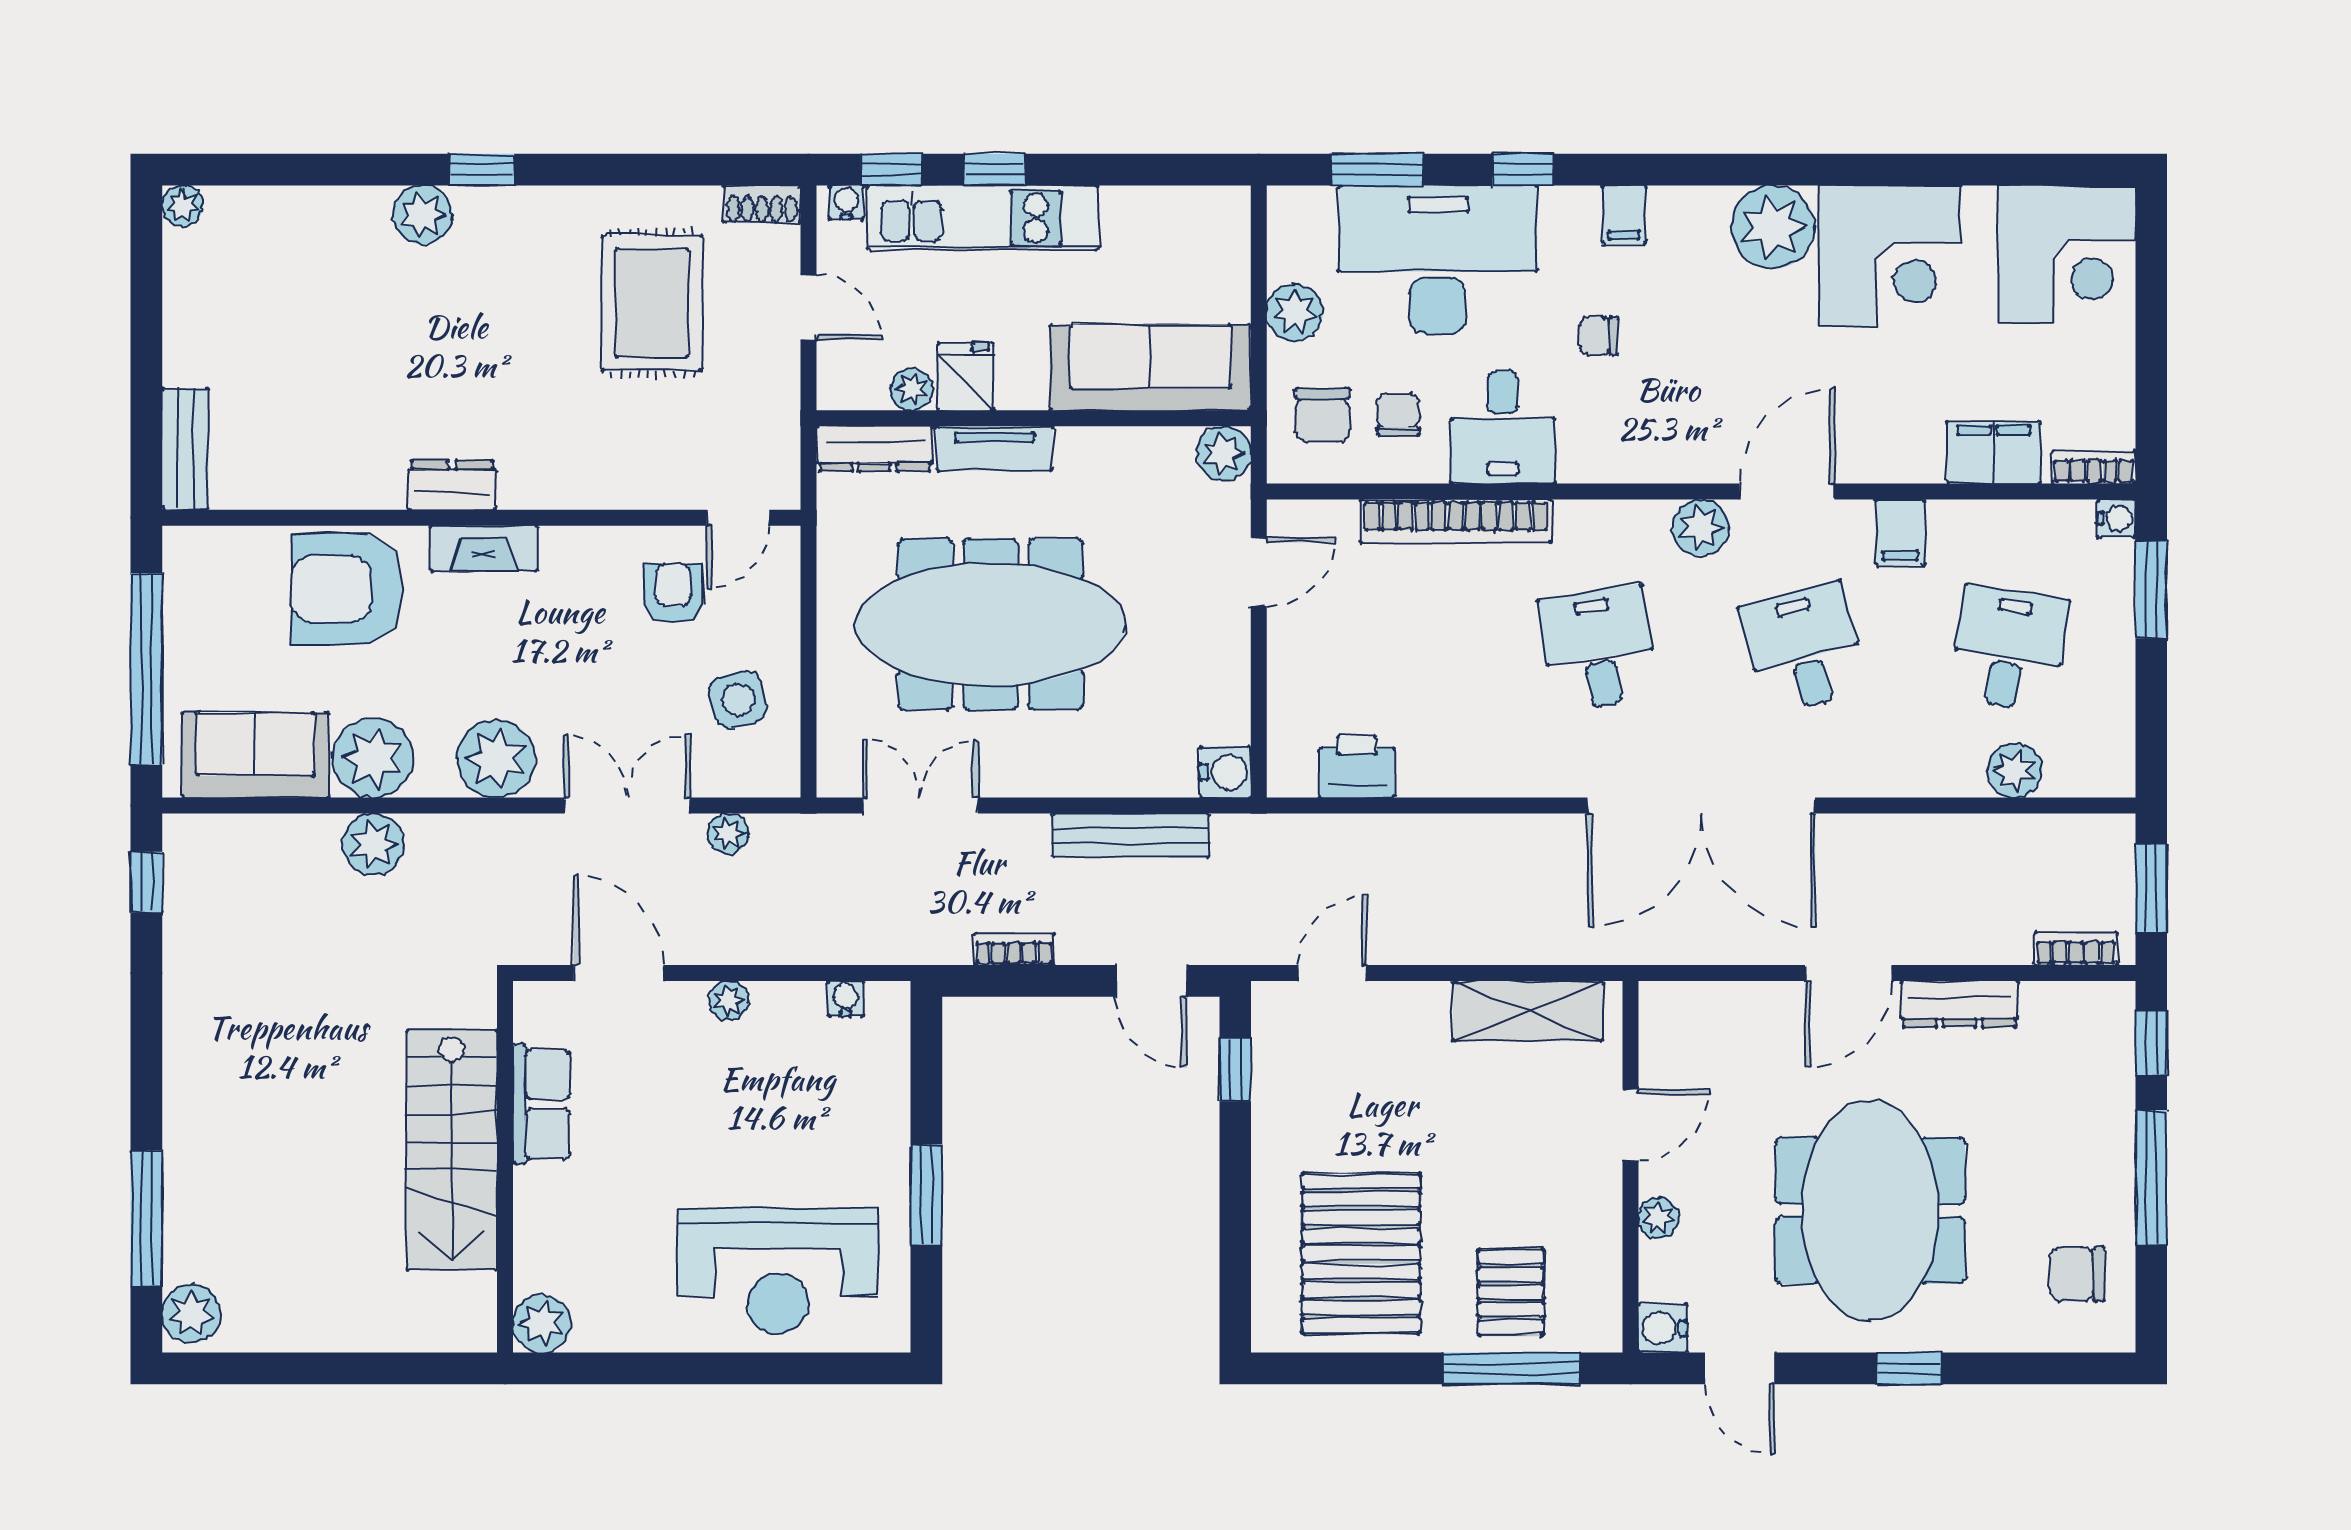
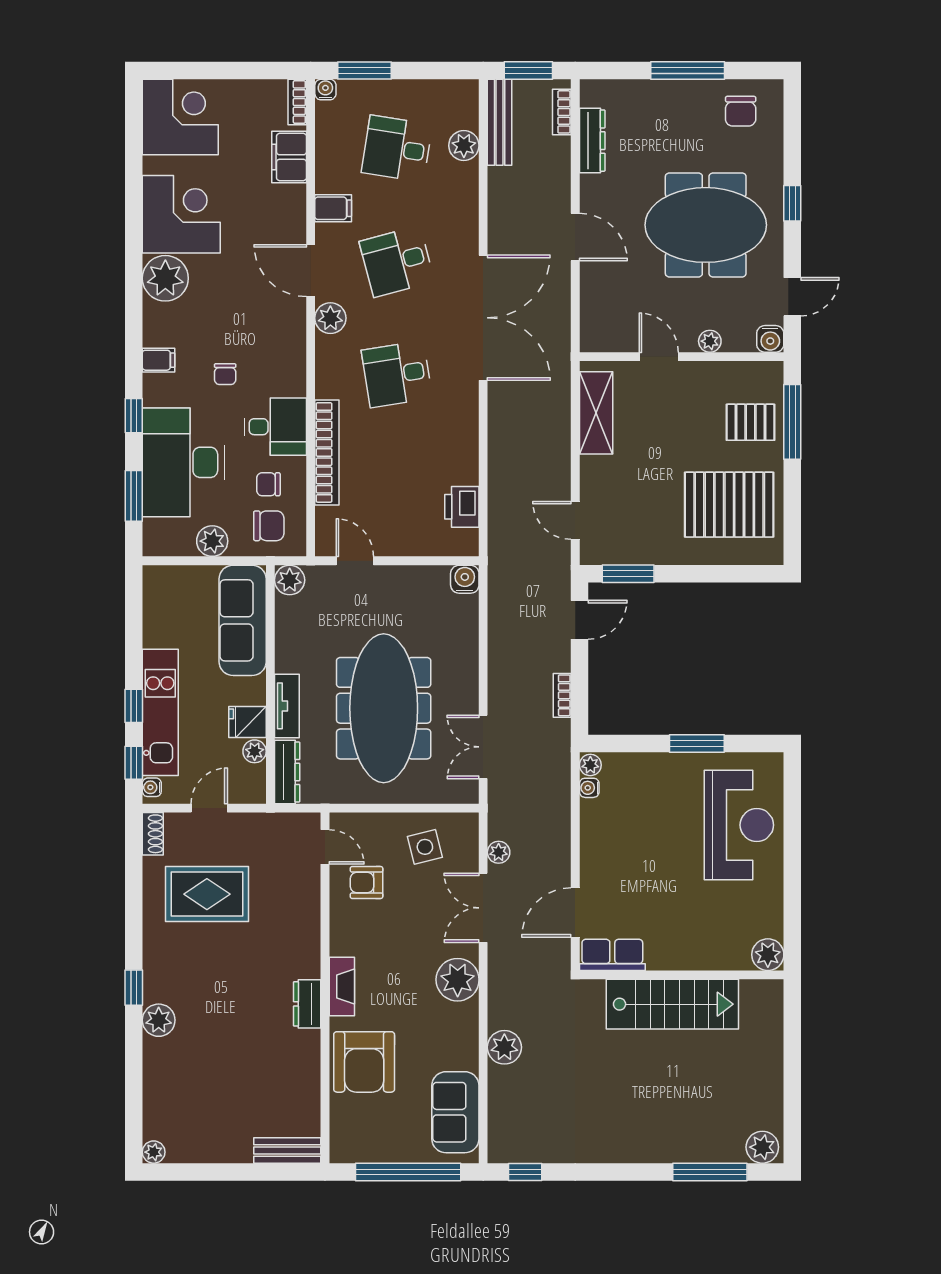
plant: (373, 758) -> (457, 1047), removed
bench: (1131, 835) -> (500, 122), moved
plant: (729, 1001) -> (590, 765), moved
dresser: (1959, 1004) -> (592, 141), moved
window: (2151, 1043) -> (614, 70), removed
window: (1235, 1070) -> (628, 574), width x1.50
row of seats: (541, 1104) -> (612, 955), moved

